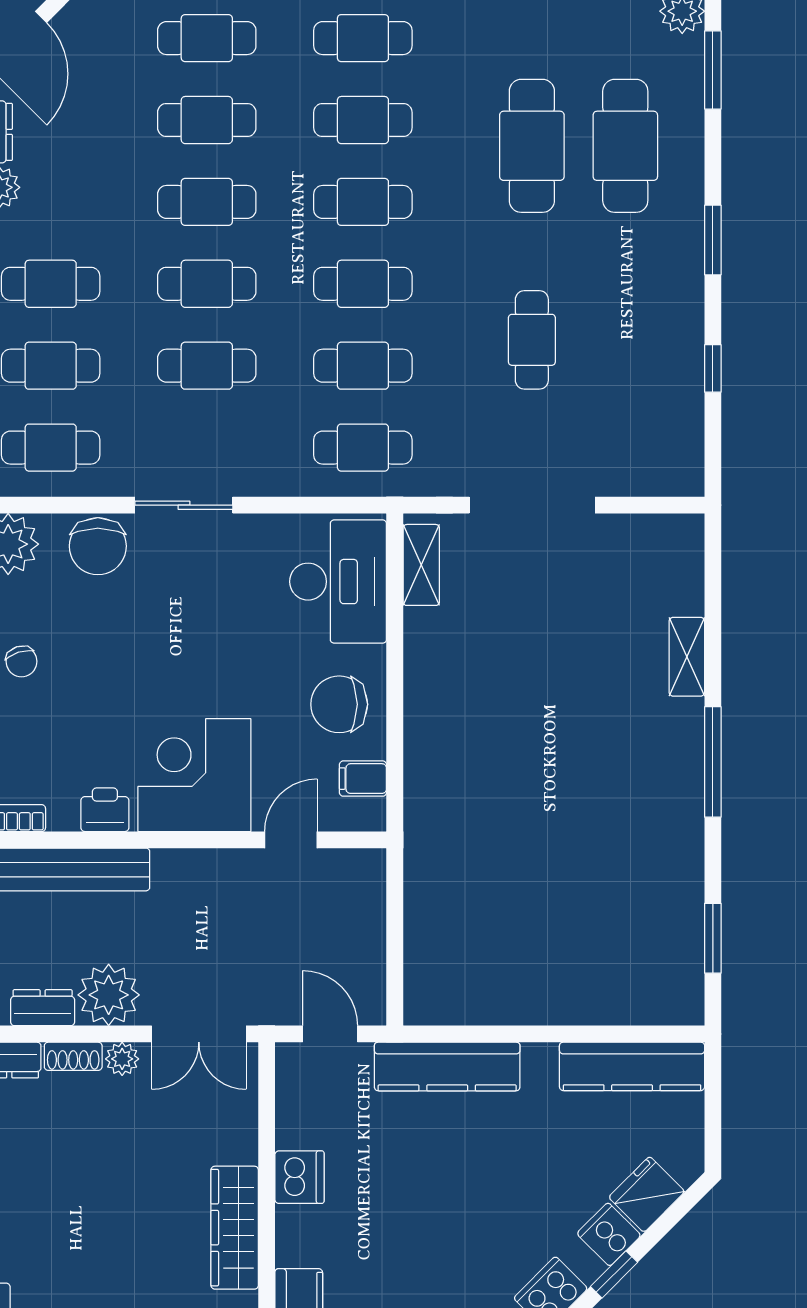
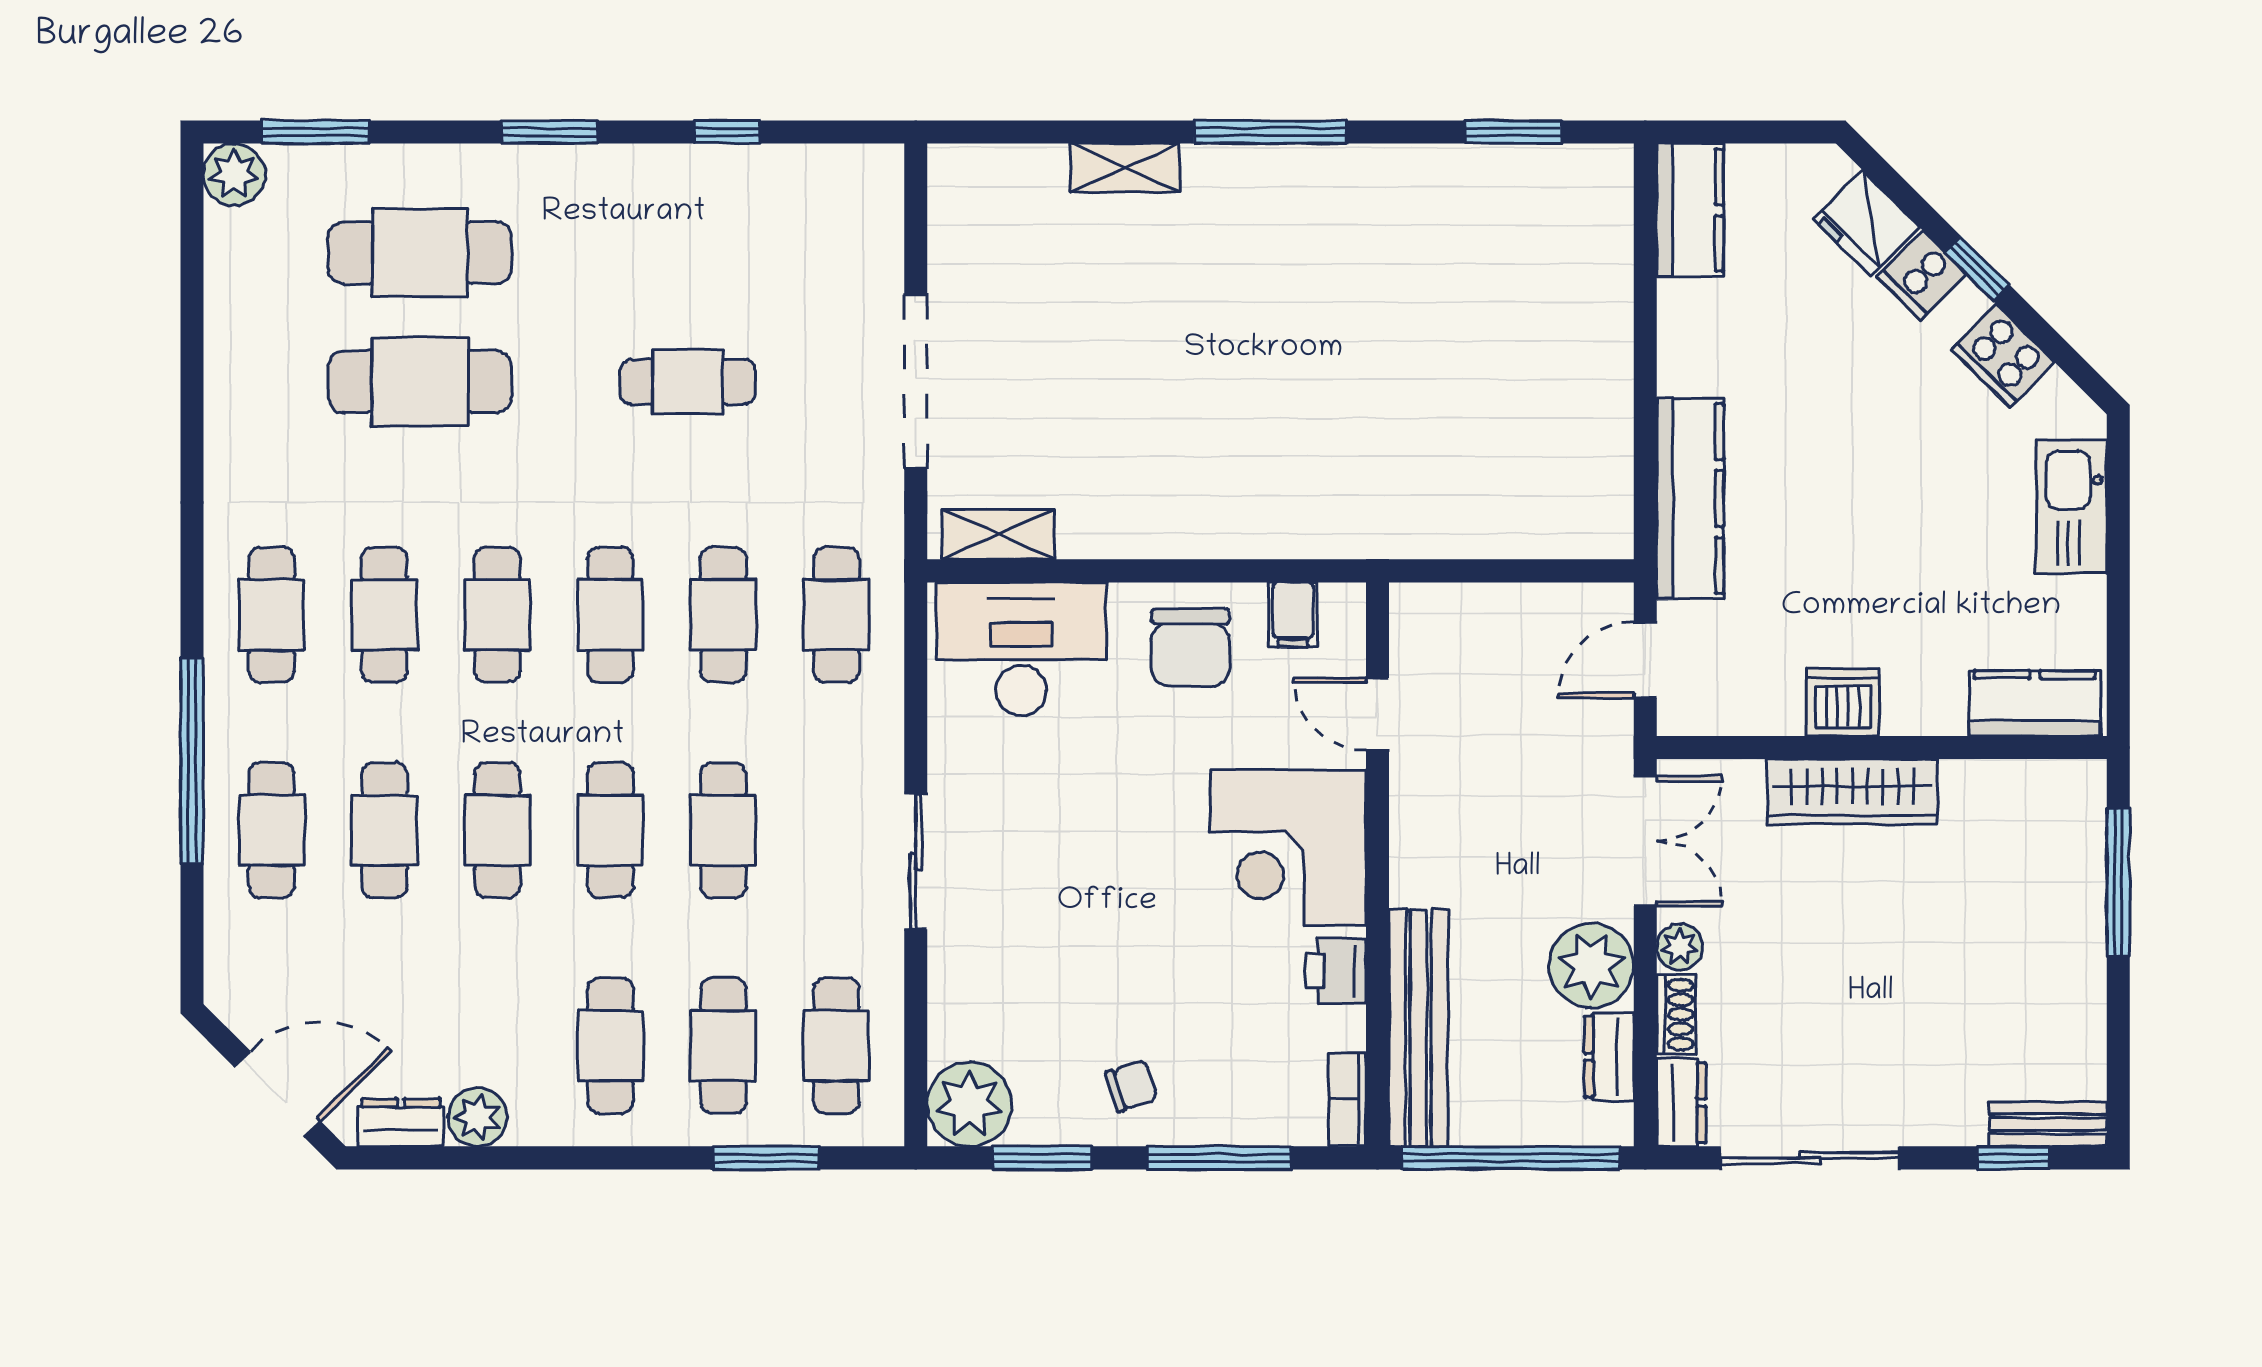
chair: (98, 546) -> (972, 980), removed
kitchen counter: (632, 1066) -> (1690, 210), width x0.67
wardrobe: (235, 1228) -> (1852, 792), moved

